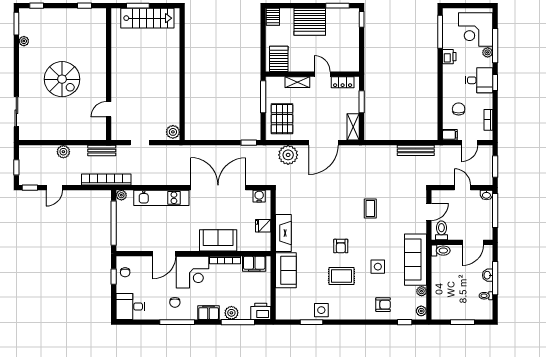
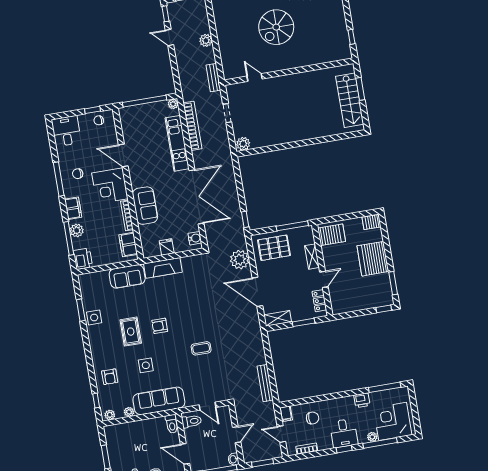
bookcase: (106, 179) -> (192, 126), moved

